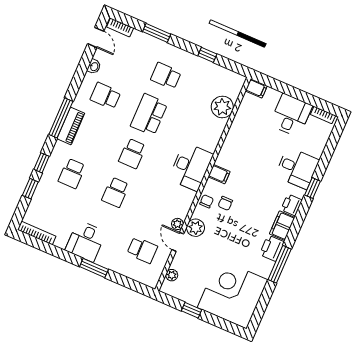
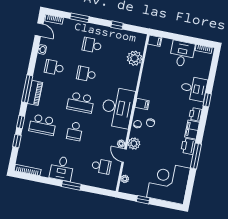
school desk: (149, 115) -> (86, 74), width x0.54
school desk: (132, 153) -> (81, 103), width x1.85
desk: (191, 167) -> (118, 107), width x1.36, depth x1.30
school desk: (72, 173) -> (43, 125), width x1.85

